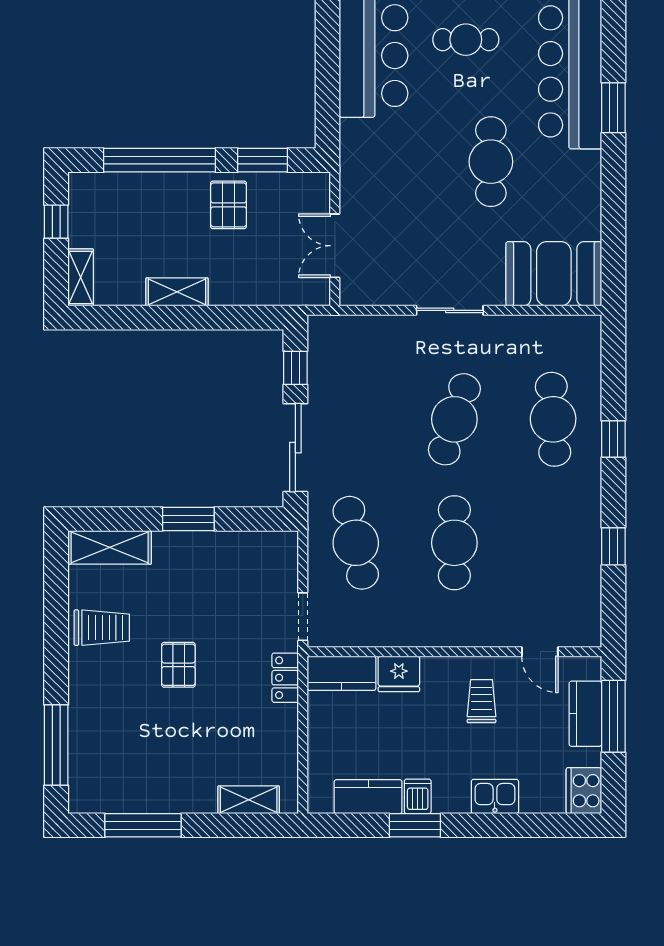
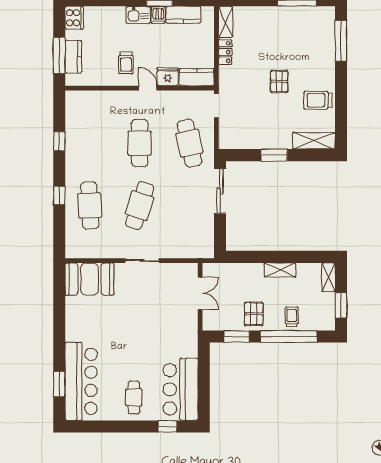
cafe table: (466, 40) -> (134, 397), turned 90
window: (613, 108) -> (59, 384), moved
cafe table: (491, 162) -> (121, 336), removed
trolley: (153, 199) -> (292, 317), added
window: (56, 222) -> (341, 305), width x1.50
window: (295, 368) -> (220, 231), removed
door: (540, 652) -> (148, 88), moved
locker: (285, 678) -> (225, 52), moved
kitchen sink: (495, 796) -> (138, 15), moved
shelving: (249, 800) -> (226, 22), moved, turned 90

